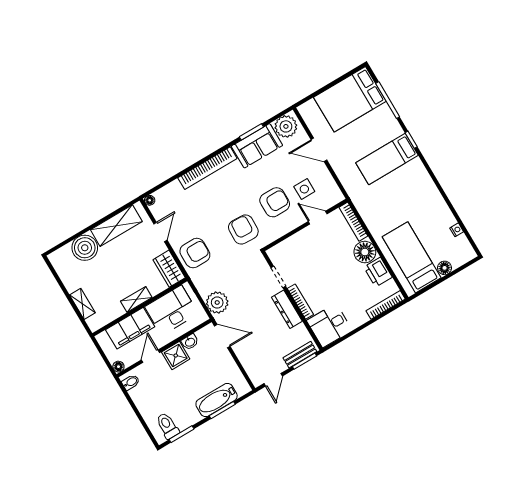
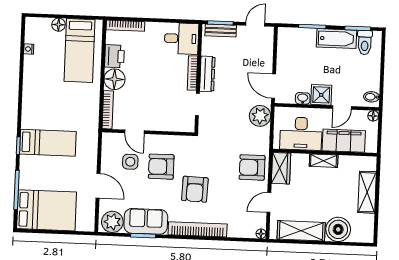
armchair: (243, 230) -> (195, 189), moved
shelving: (82, 304) -> (367, 192), width x1.50, depth x1.33
bathtub: (217, 400) -> (336, 39), moved

